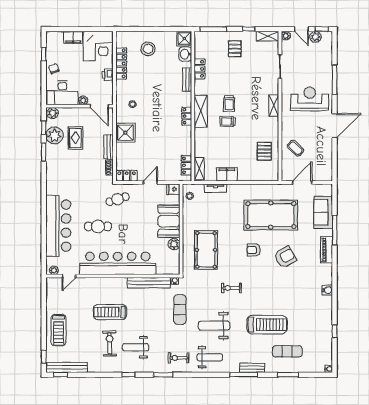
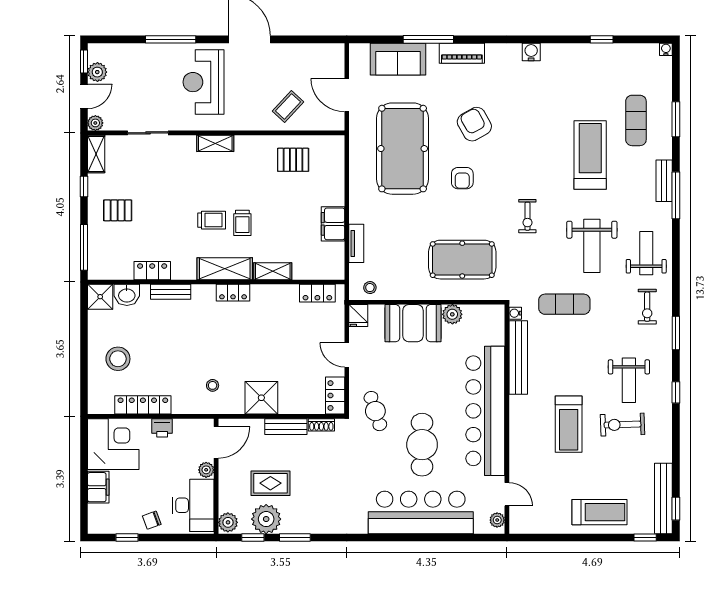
shelving: (199, 169) -> (273, 271), moved
cafe table: (98, 226) -> (422, 445), width x1.37, depth x1.35

